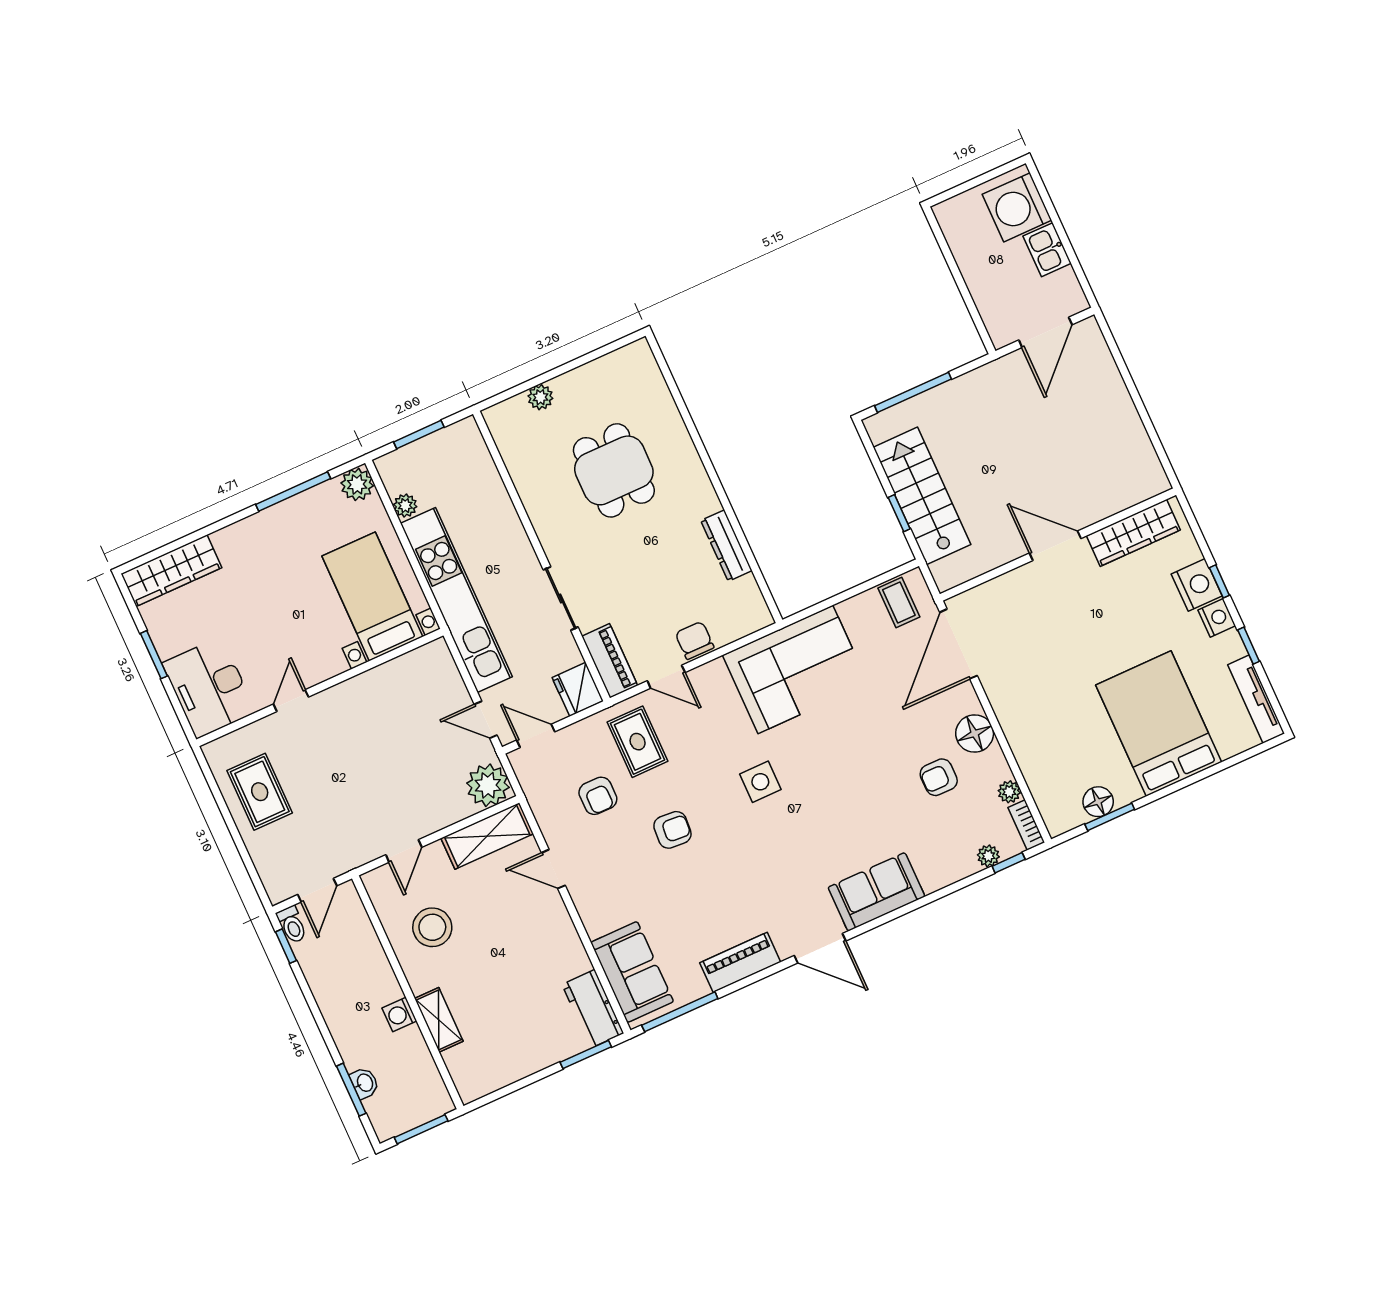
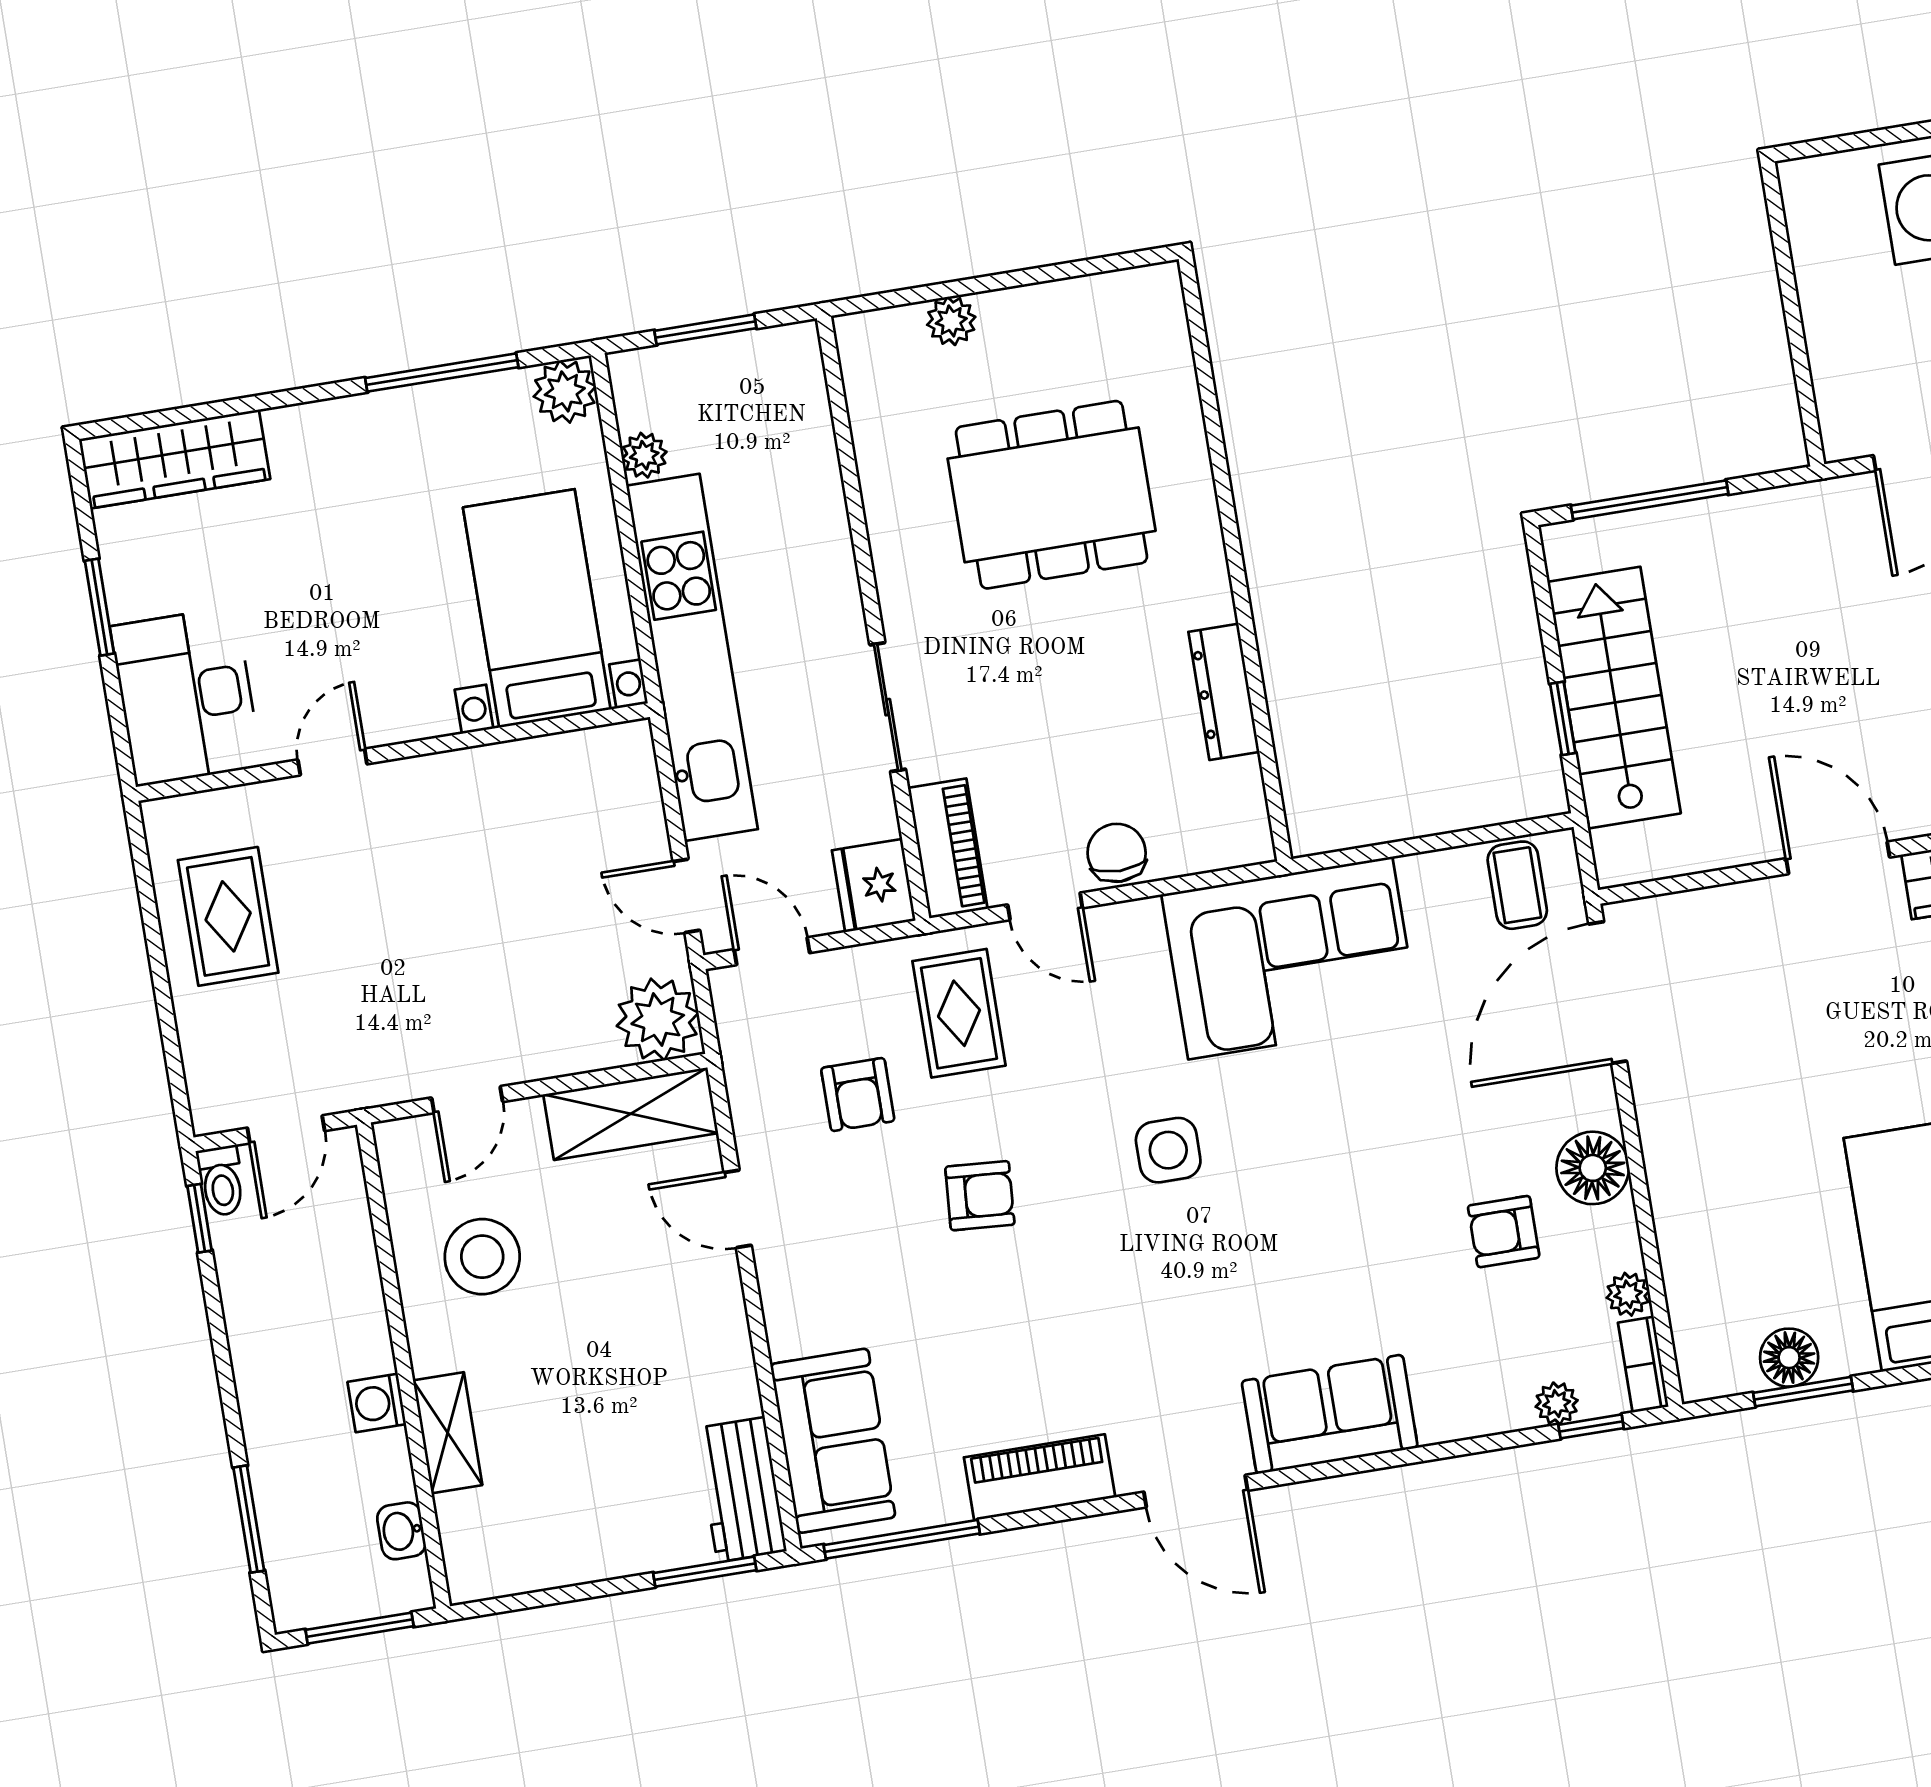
dining table: (614, 470) -> (1052, 495), width x1.37
washbasin: (364, 1083) -> (401, 1531), moved, turned 180

